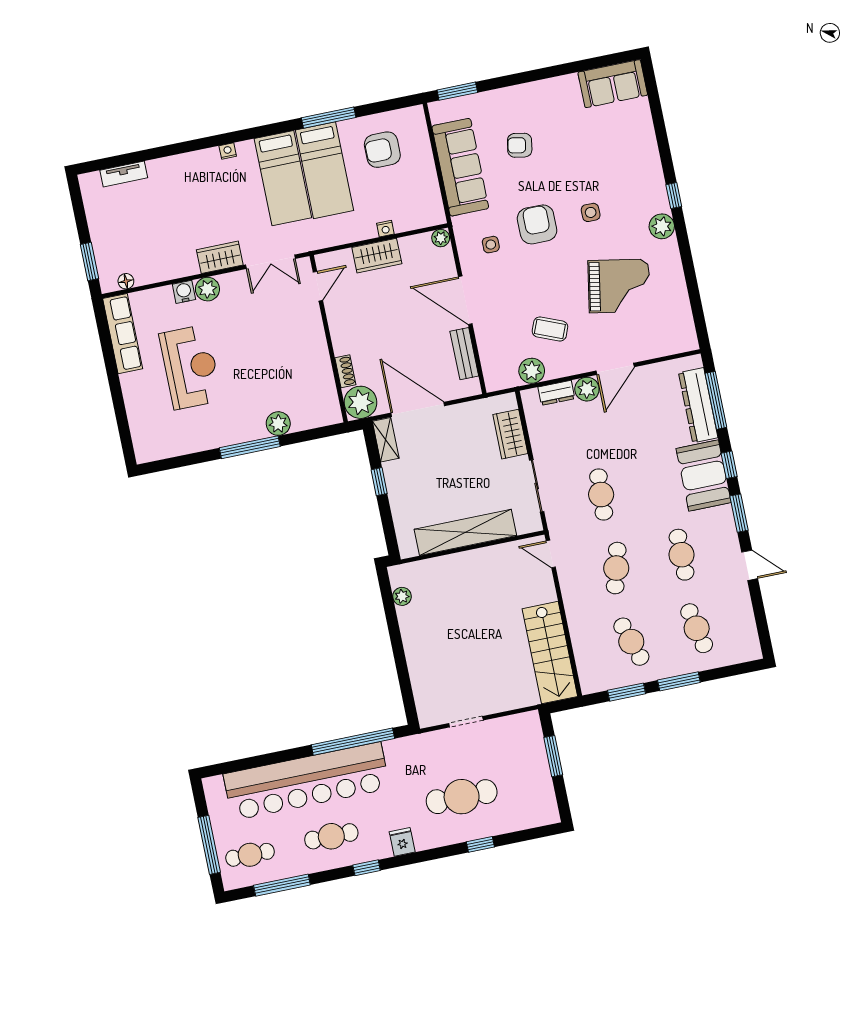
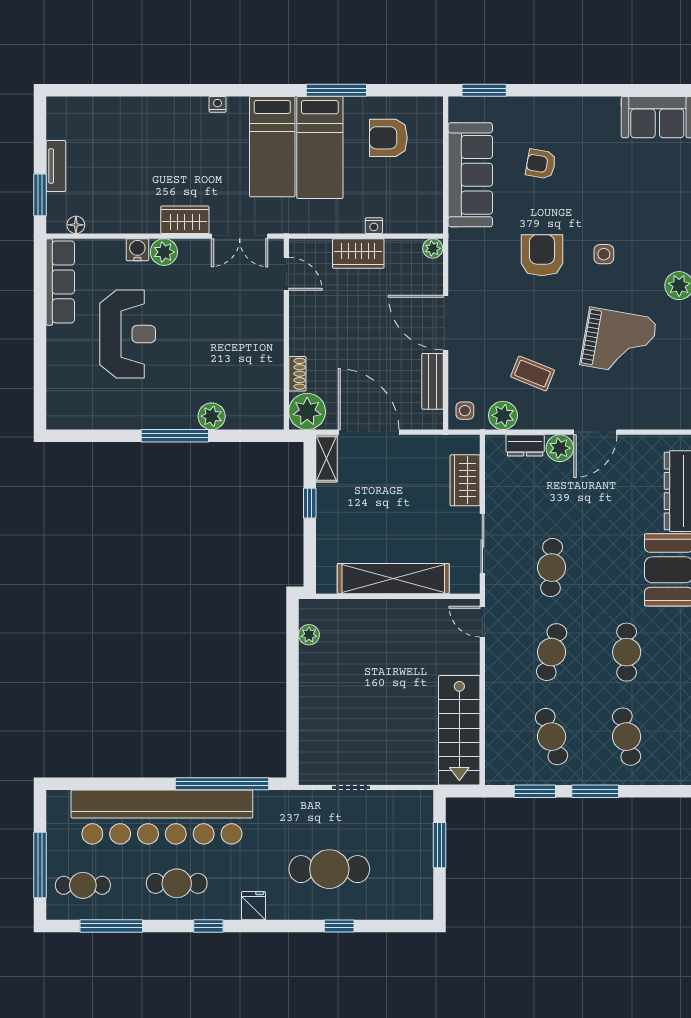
tv unit: (124, 174) -> (56, 166), moved, turned -90
side table: (491, 245) -> (465, 411), moved
door: (318, 286) -> (286, 274), hinge flipped

